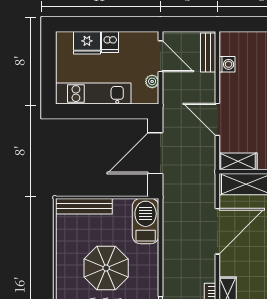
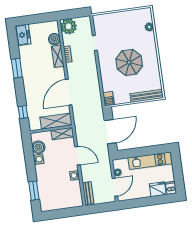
dishwasher: (110, 42) -> (171, 188), moved
door: (160, 56) -> (115, 187), swing flipped
washing machine: (227, 64) -> (75, 175), moved
barbecue: (146, 221) -> (109, 99), width x0.53, depth x0.65

